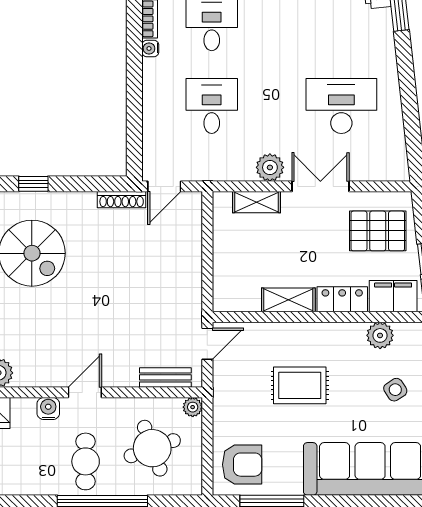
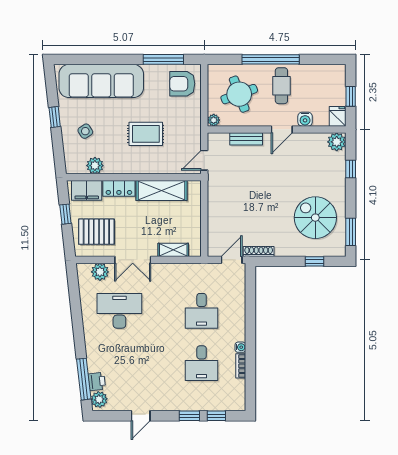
desk: (341, 106) -> (119, 311), turned 180
plant: (270, 167) -> (100, 272), moved
shelving: (288, 300) -> (162, 191), width x1.50, depth x1.33
bench: (165, 377) -> (246, 139), moved

